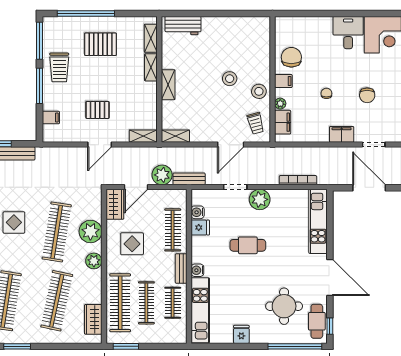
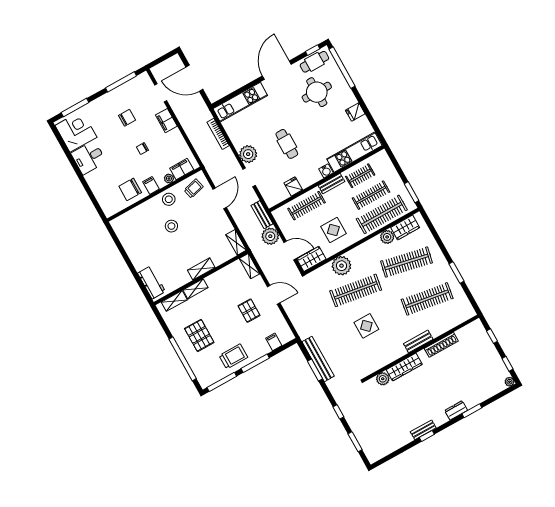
door: (231, 145) -> (220, 198), hinge flipped
door: (369, 188) -> (194, 78), hinge flipped
water cooler: (198, 212) -> (283, 195), removed
plant: (94, 261) -> (387, 237), moved

